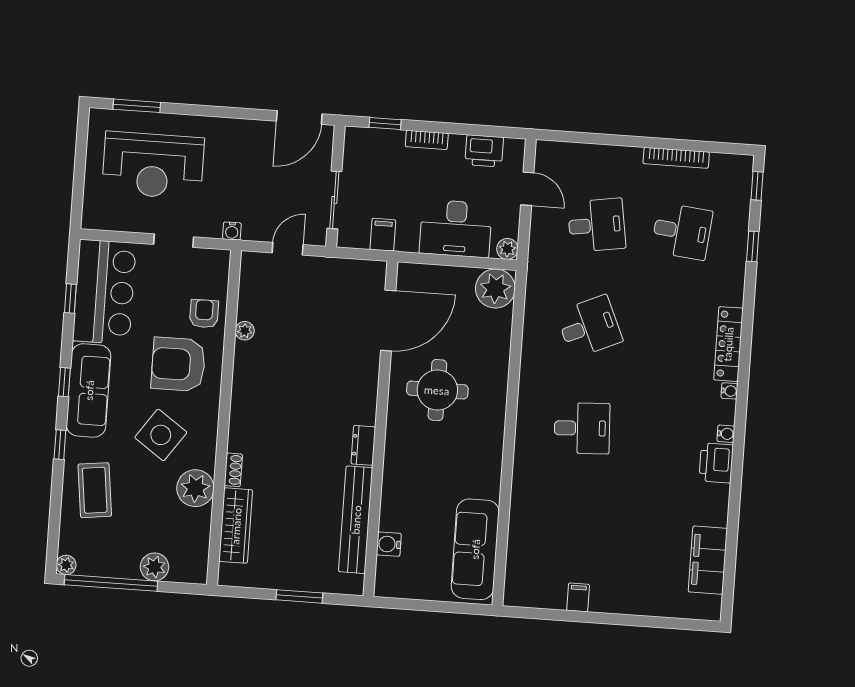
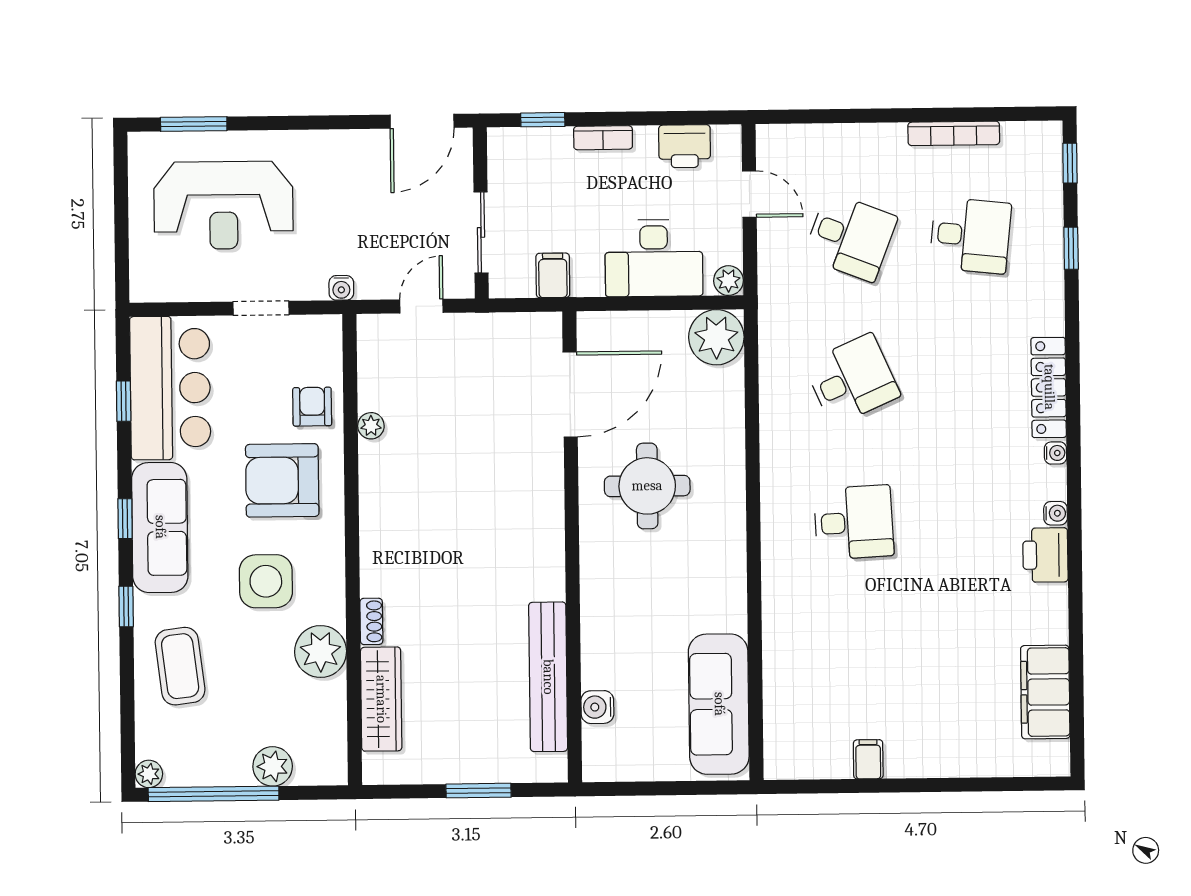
desk: (597, 225) -> (850, 237), turned 30
side table: (161, 435) -> (266, 581), turned -35
dresser: (363, 445) -> (550, 572), removed

